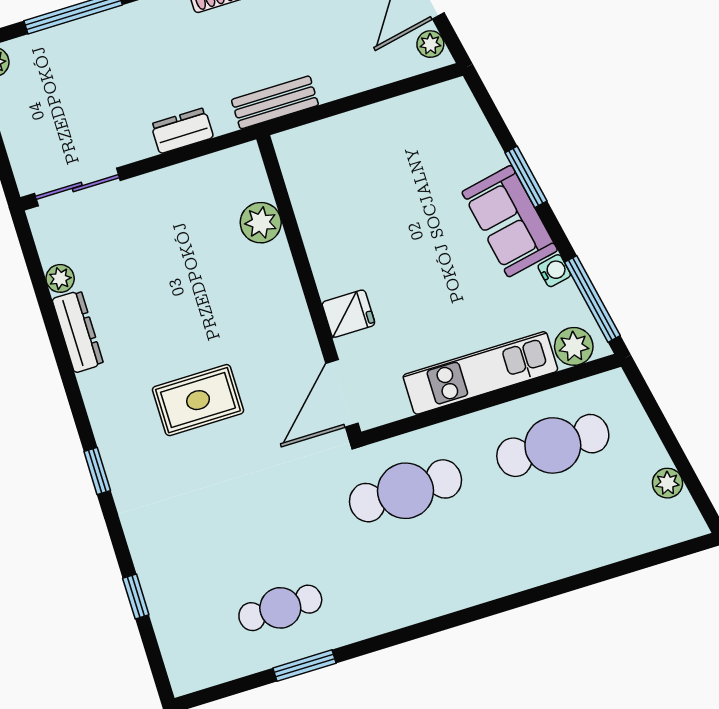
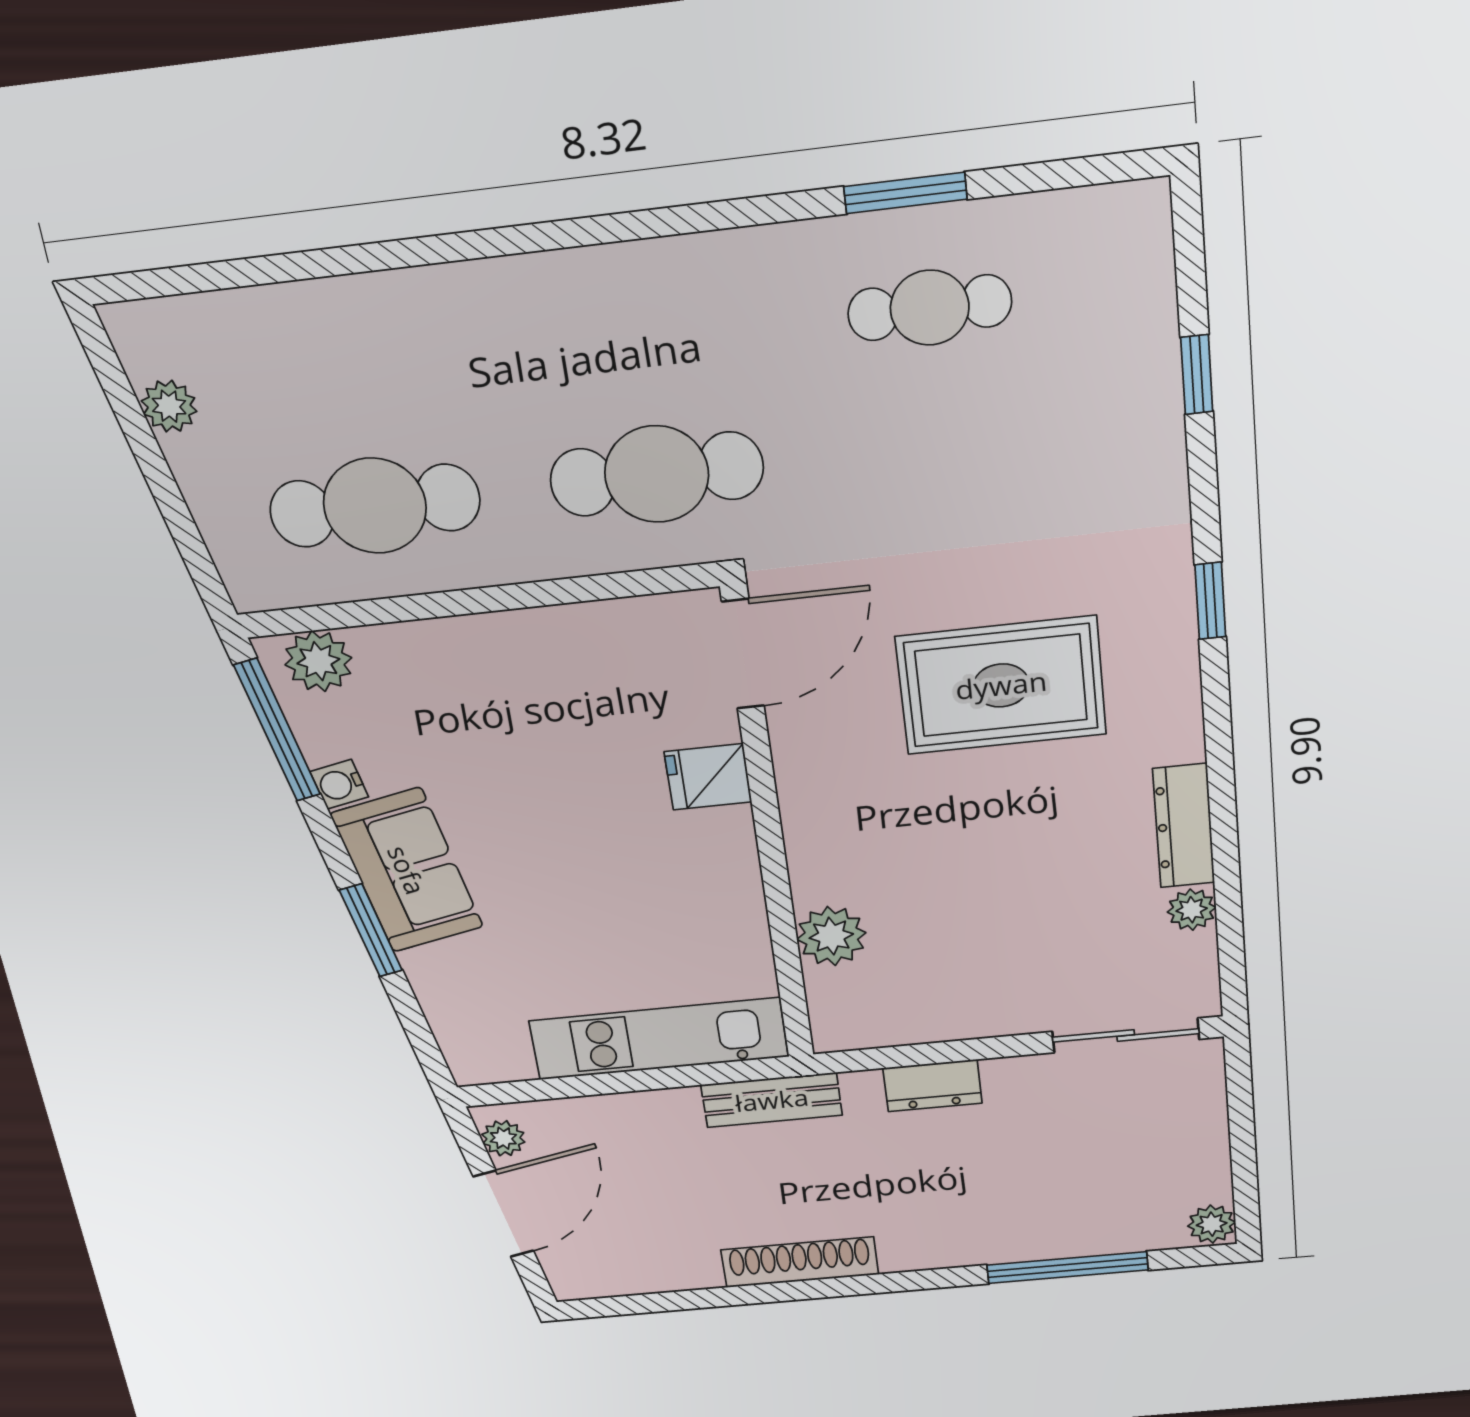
kitchen unit: (480, 373) -> (659, 1039), moved, turned 180
rug: (198, 400) -> (1001, 685), width x1.36, depth x1.43

